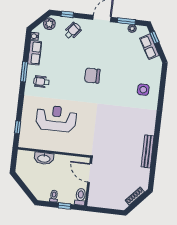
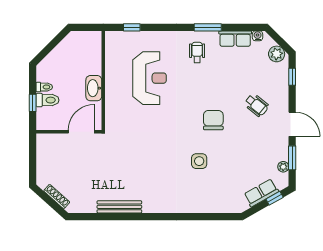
wheelchair: (73, 31) -> (256, 105), moved
side table: (143, 90) -> (199, 161), moved
washbasin: (44, 158) -> (94, 88), moved
toilet: (80, 197) -> (47, 100), moved

